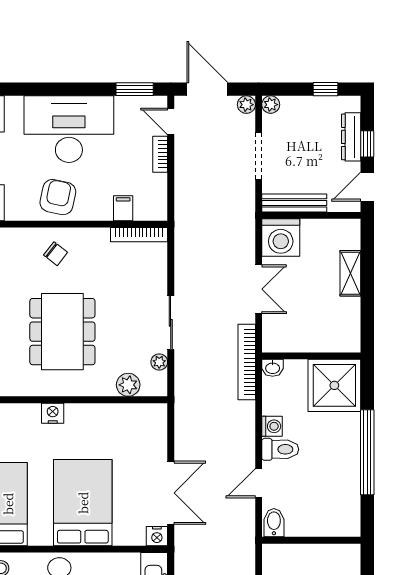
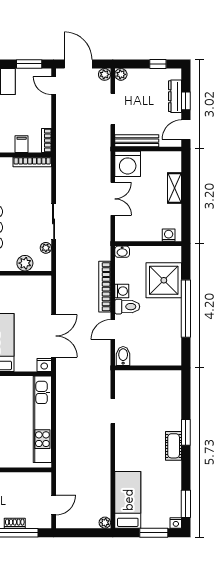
bookcase: (160, 154) -> (46, 141), moved
washing machine: (342, 343) -> (169, 235), added
bookcase: (247, 362) -> (105, 287), moved
shower: (334, 385) -> (164, 280), moved

